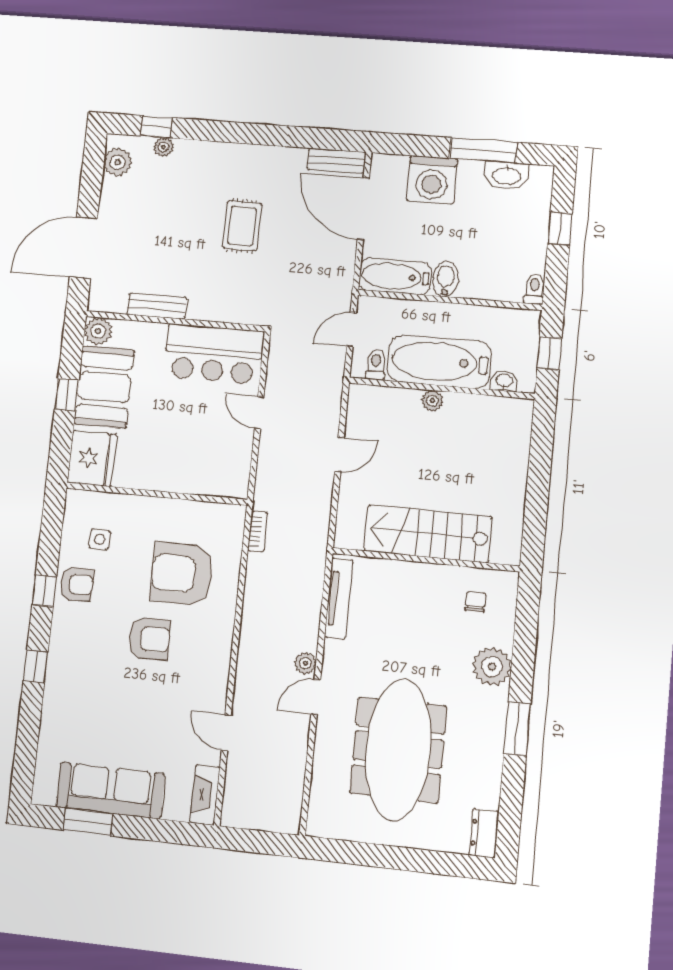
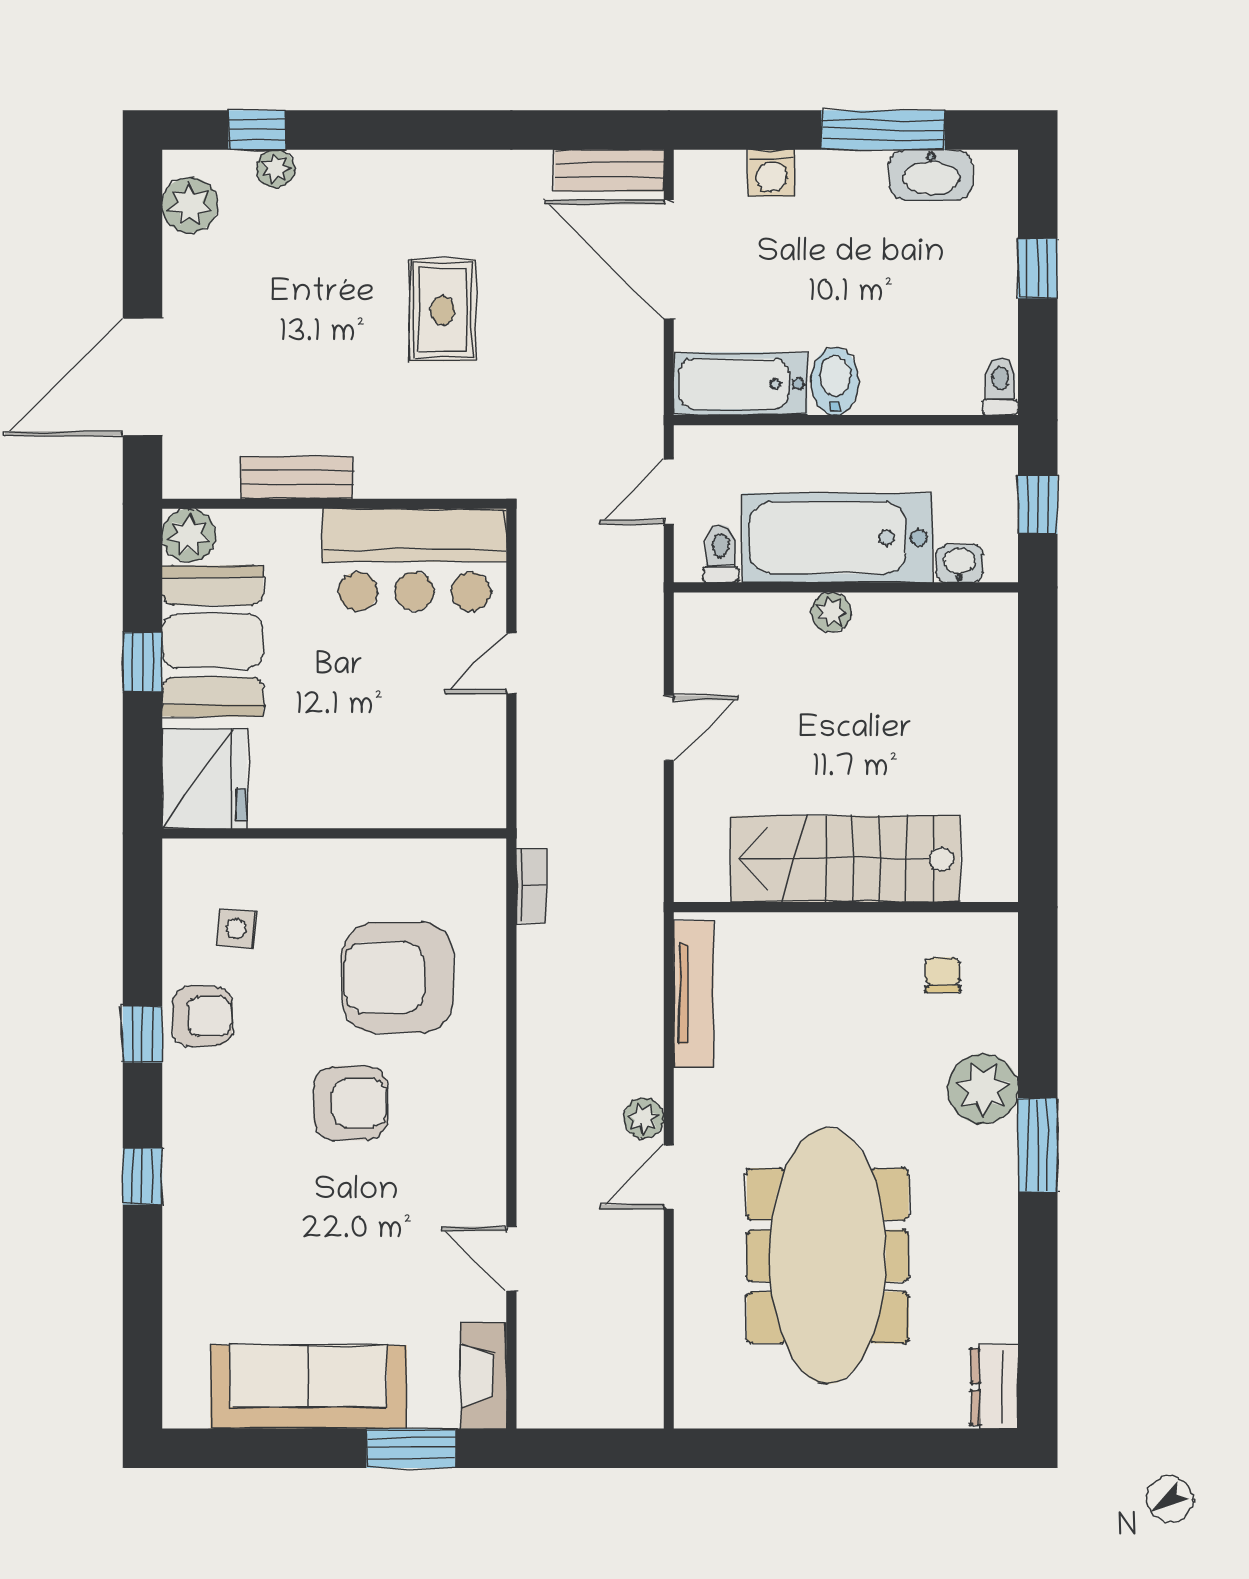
washing machine: (432, 180) -> (771, 173), width x0.53, depth x0.53
door: (259, 413) -> (511, 664), hinge flipped
window: (517, 729) -> (1038, 1145), moved
window: (88, 822) -> (411, 1448), moved

